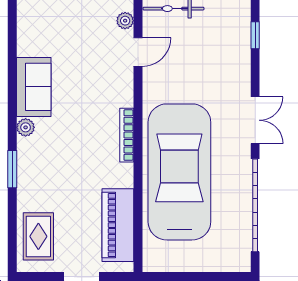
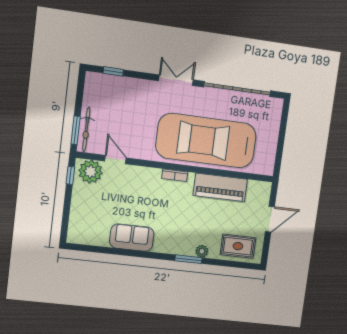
plant: (125, 21) -> (90, 172), width x1.88, depth x1.88
plant: (26, 127) -> (202, 251), moved
bookcase: (127, 135) -> (175, 175), width x0.64
piano: (118, 225) -> (220, 187), moved

